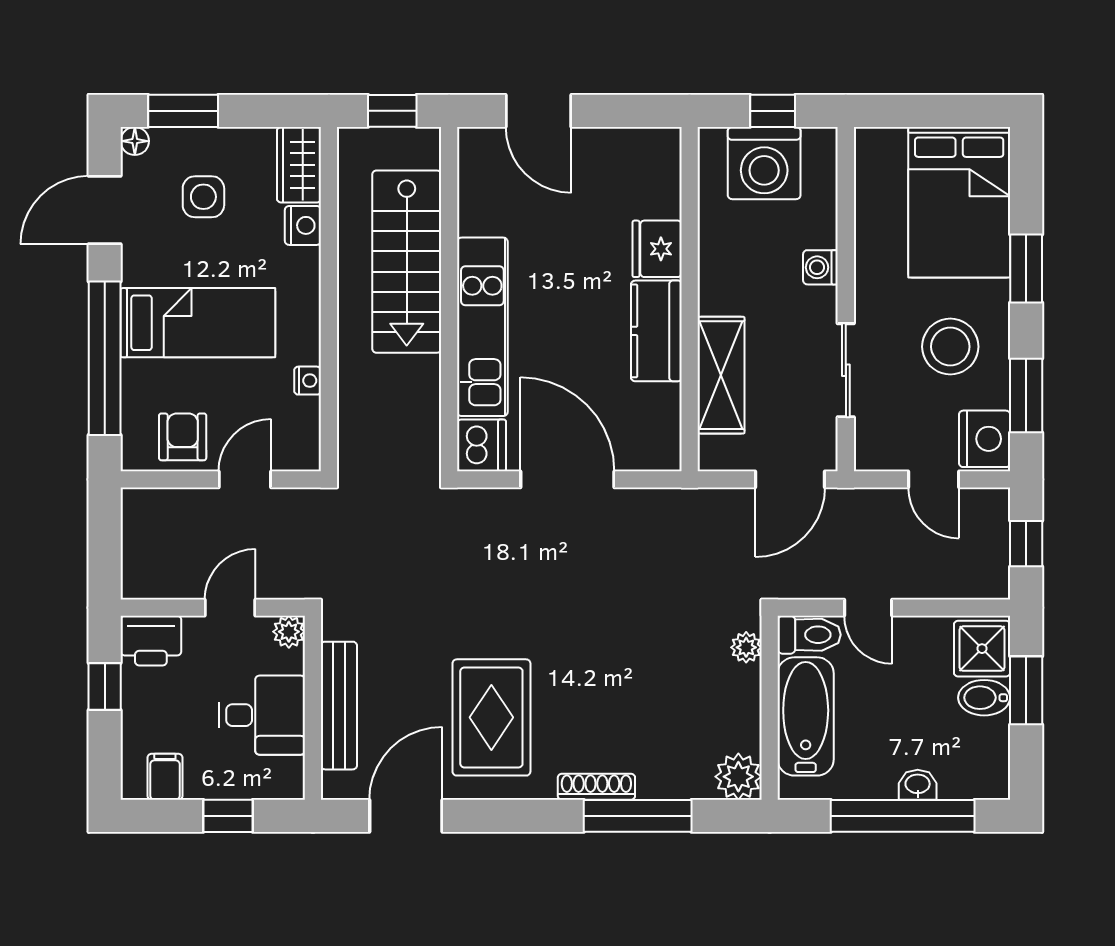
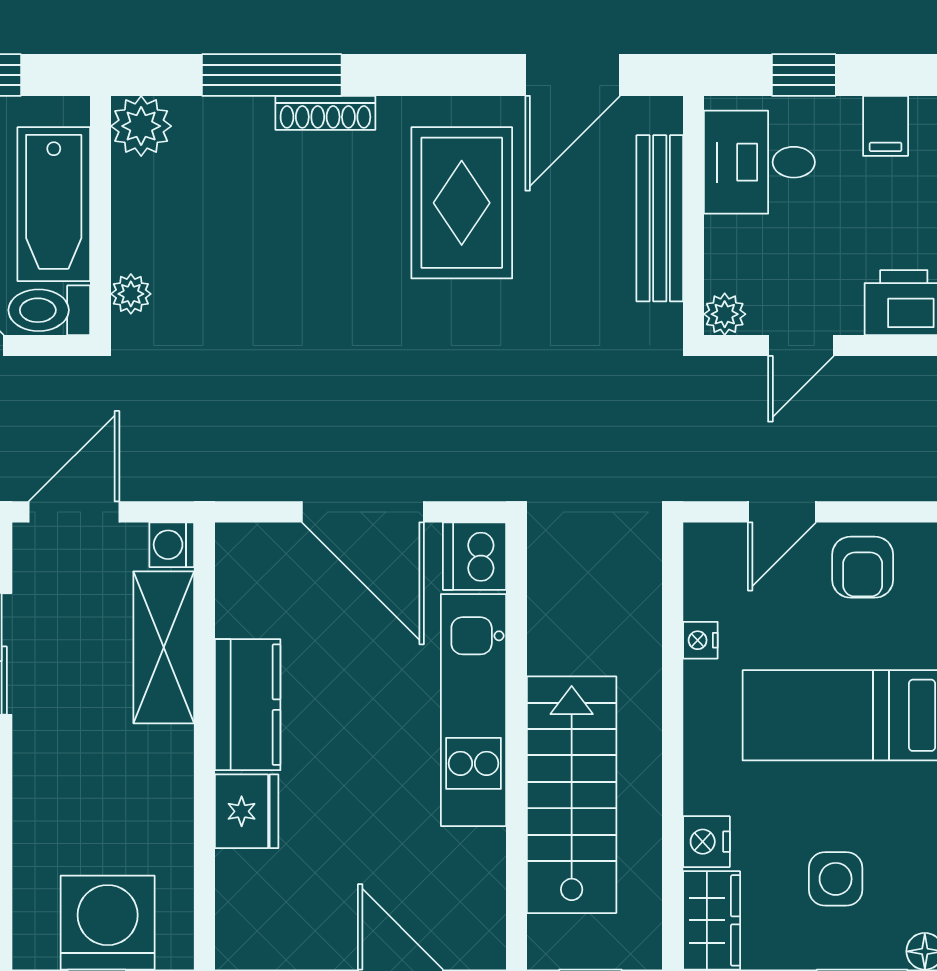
washing machine: (820, 267) -> (172, 545), moved, turned 180
desk: (262, 715) -> (759, 162), moved

